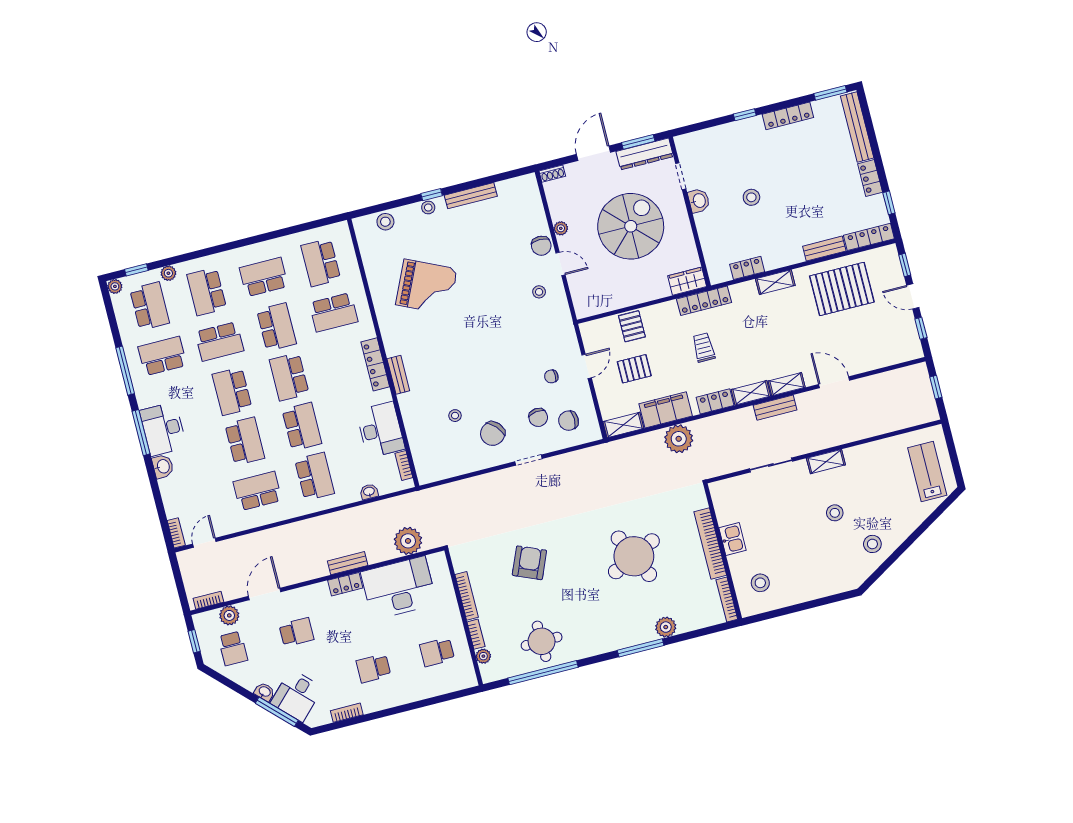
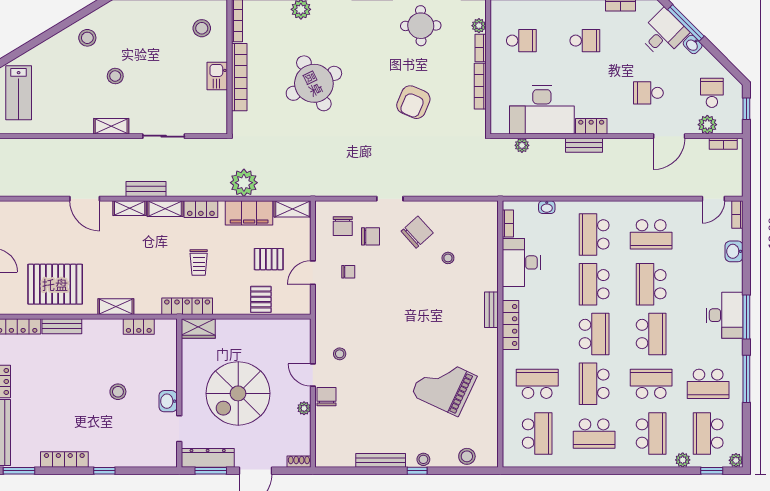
chair: (538, 417) -> (370, 236), turned 98
chair: (568, 421) -> (343, 226), turned 90
washbasin: (163, 466) -> (734, 251), moved
plant: (408, 541) -> (522, 145), width x0.53, depth x0.53

